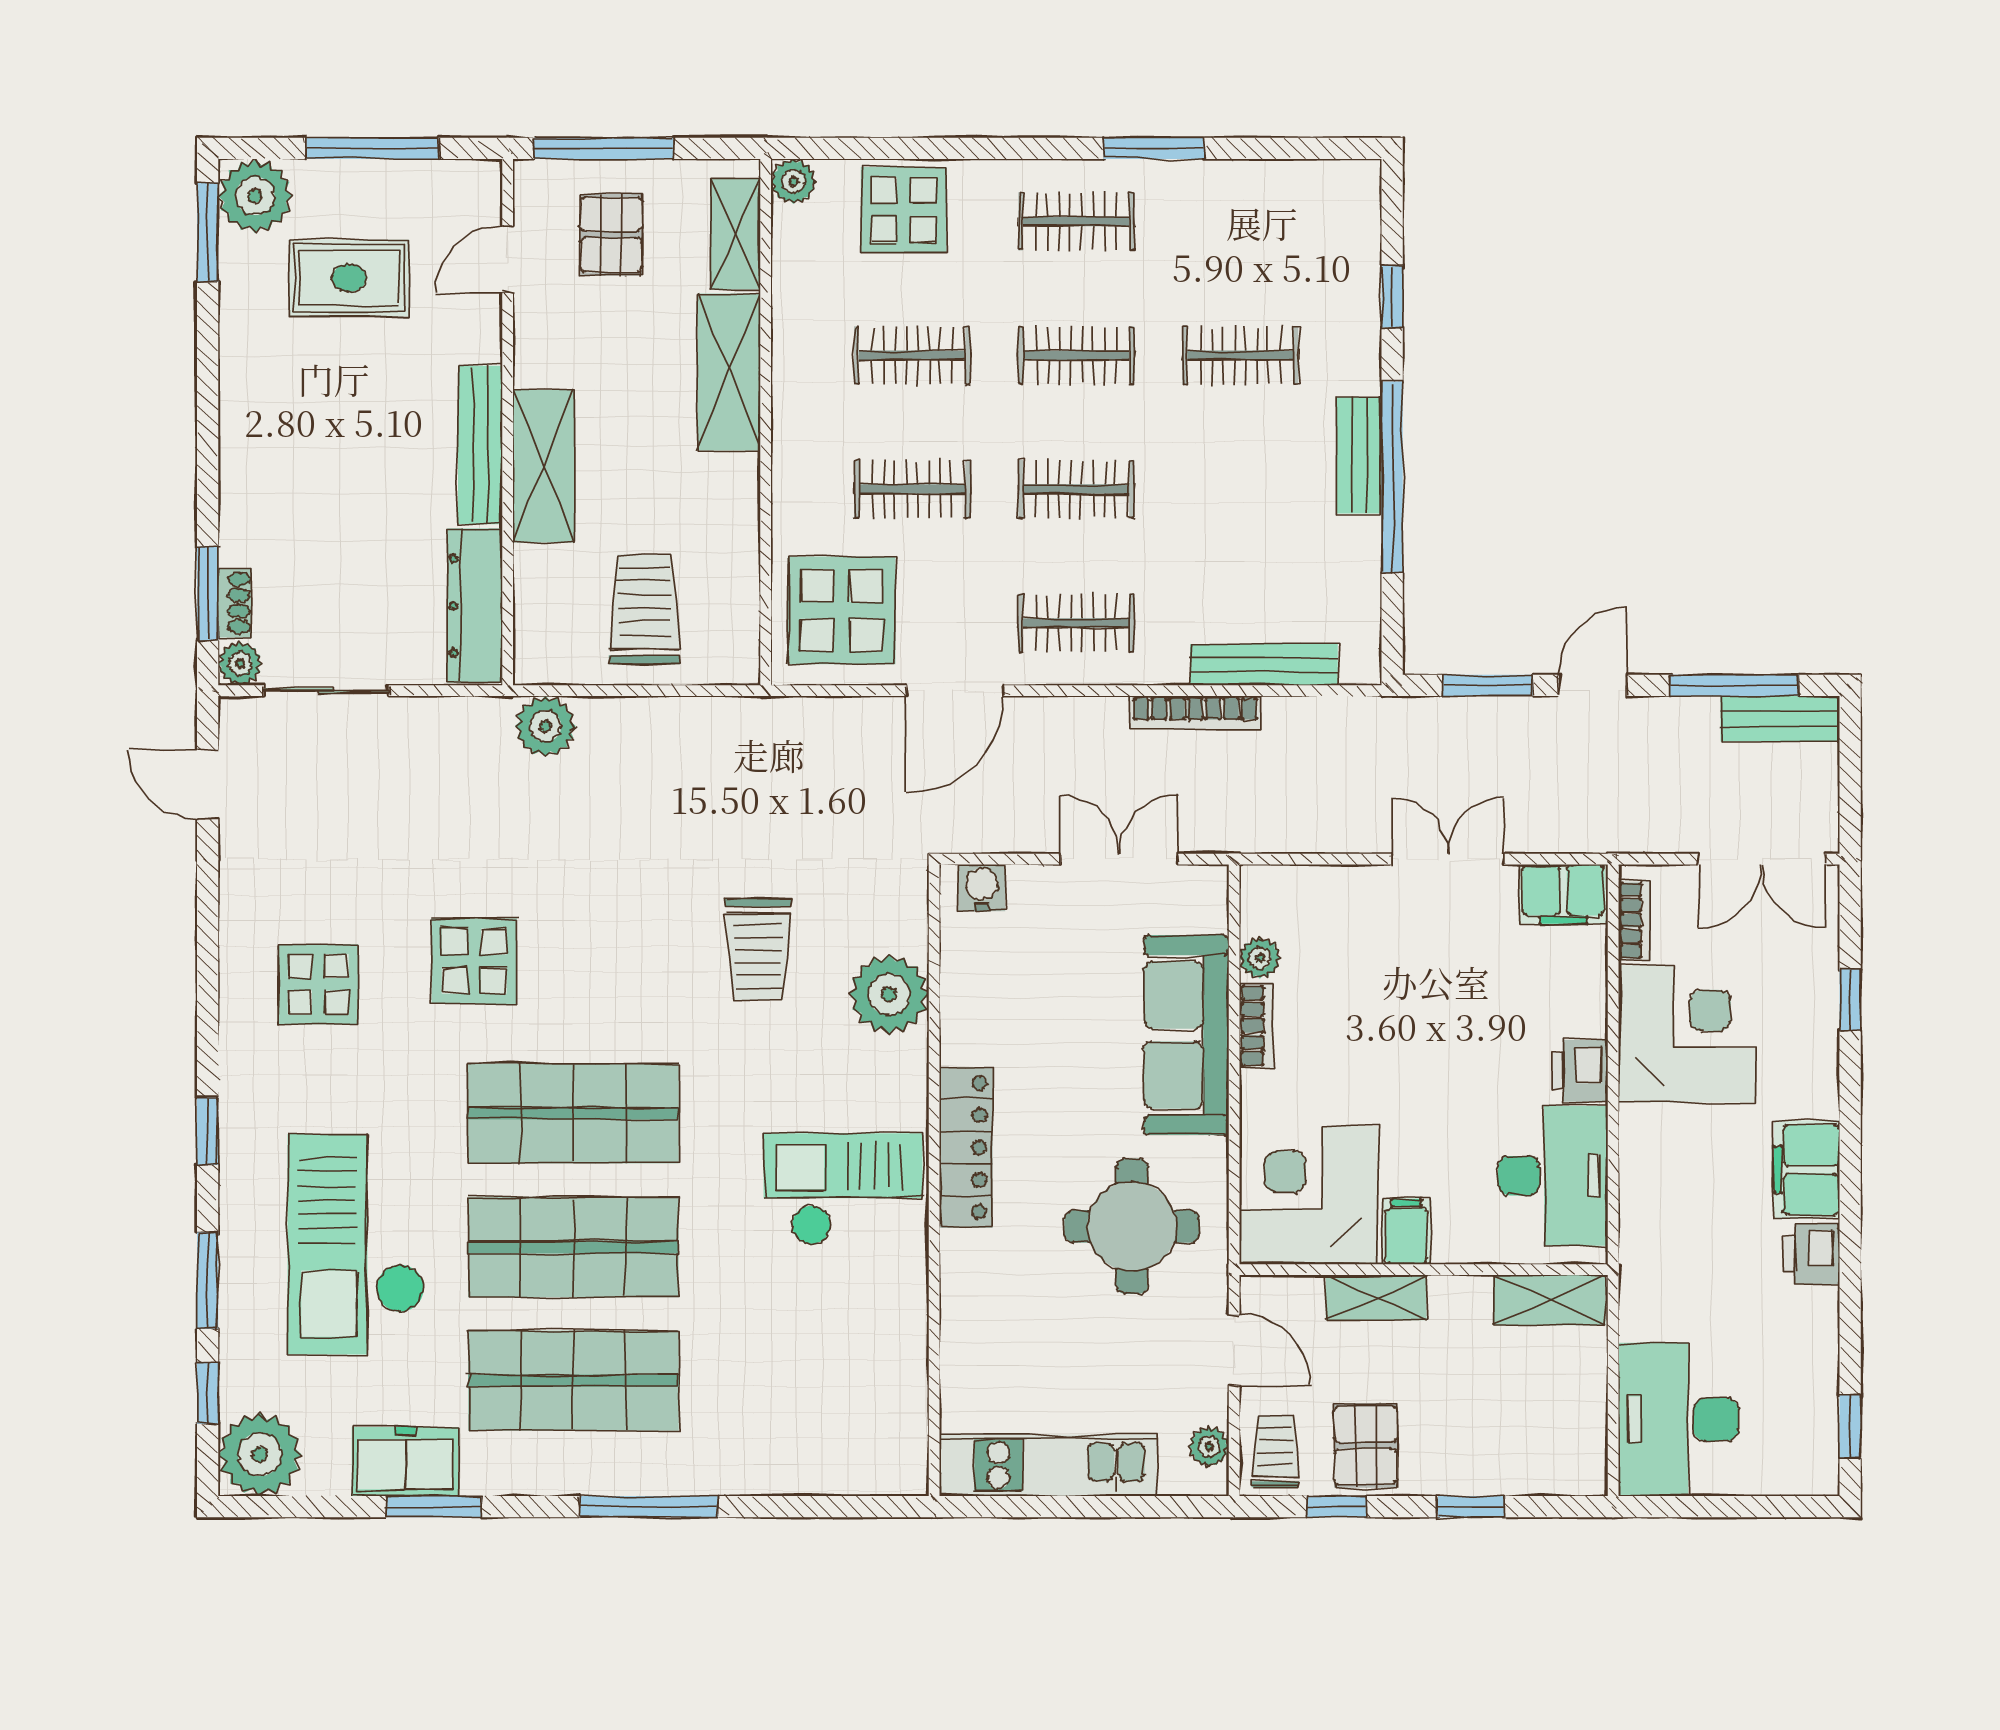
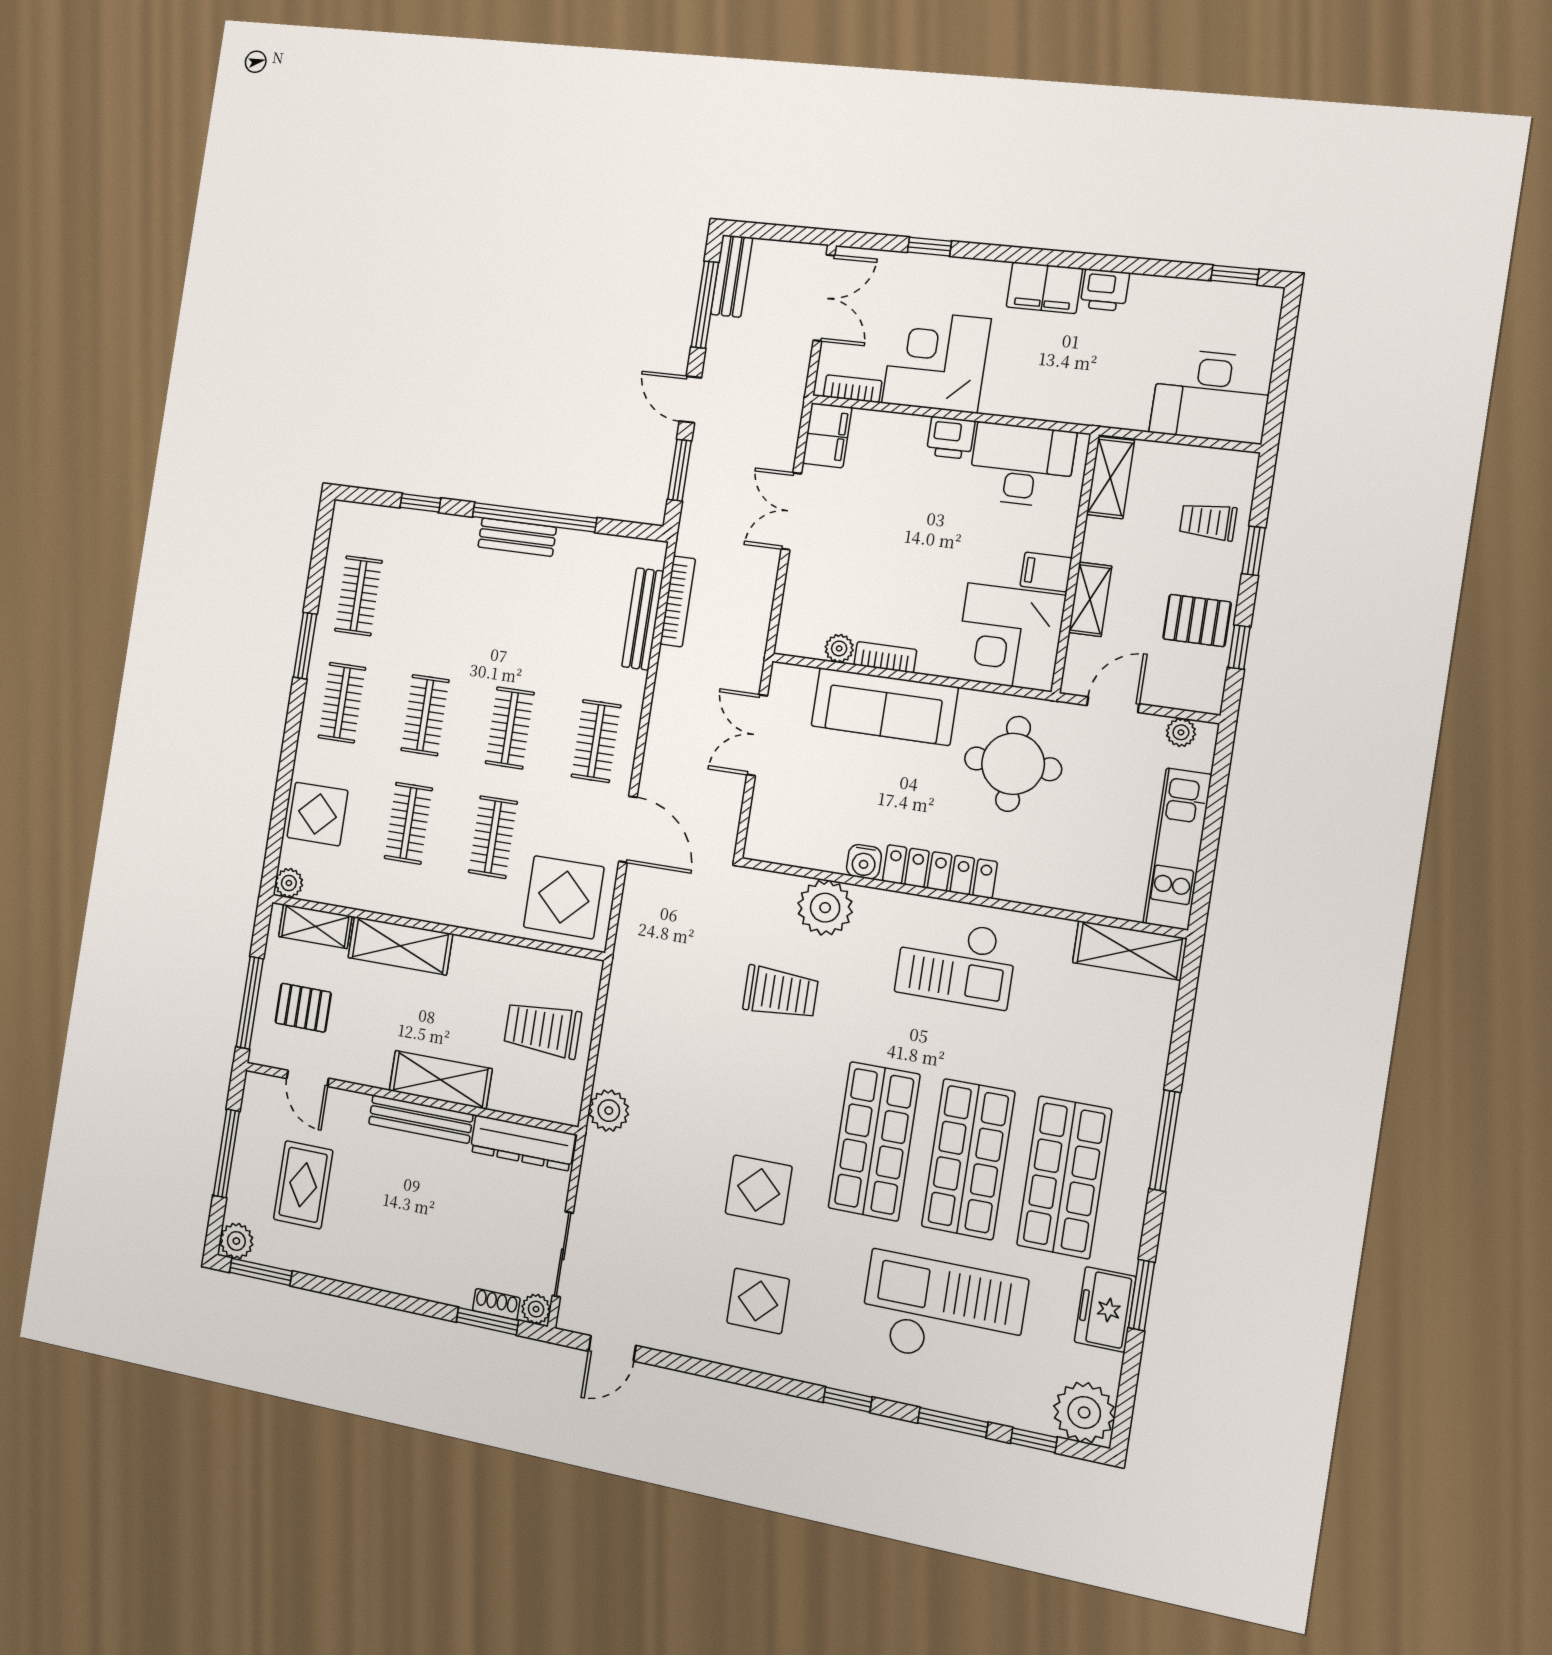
plant: (255, 196) -> (236, 1241), width x0.73, depth x0.73
clothes rail: (1240, 355) -> (358, 596), moved
bookcase: (1195, 713) -> (678, 601), moved
water cooler: (982, 888) -> (864, 862), moved, turned -90
checkout: (843, 1189) -> (956, 962), turned -90
checkout: (356, 1244) -> (943, 1312), turned 180
shelving: (899, 1422) -> (1130, 950), added
trolley: (1275, 1451) -> (1208, 522), moved

